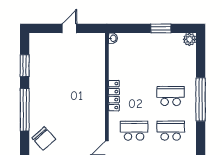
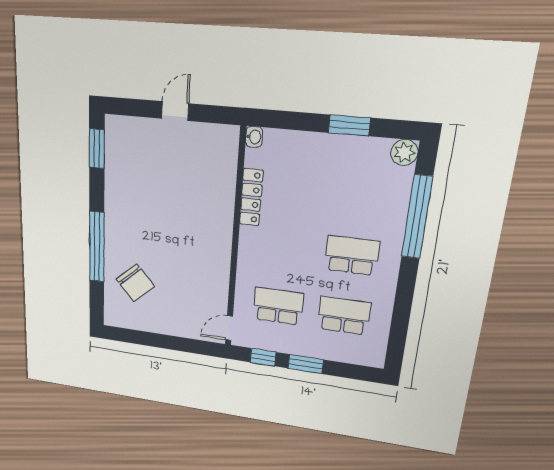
window: (25, 66) -> (97, 149), moved
locker: (114, 96) -> (251, 197), moved
window: (201, 99) -> (417, 217), moved
chair: (44, 139) -> (135, 283), moved

